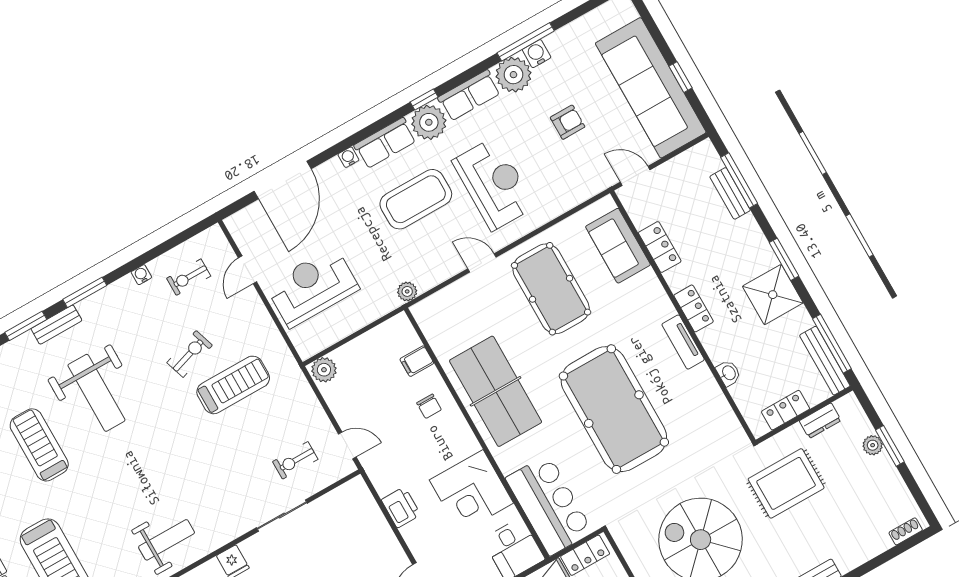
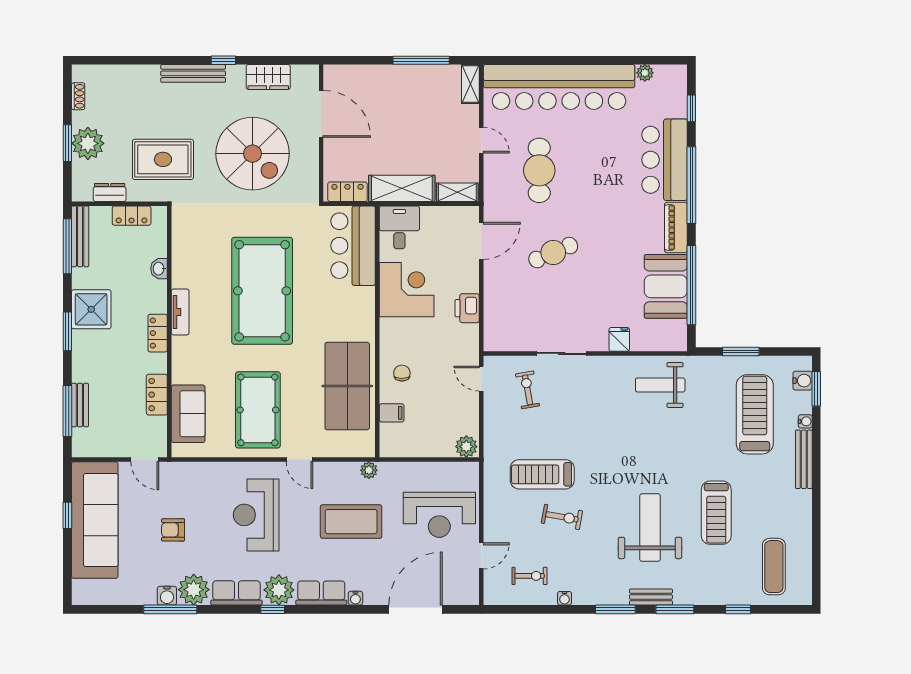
coffee table: (416, 199) -> (351, 522), moved
exercise bike: (190, 354) -> (562, 517), turned -152
table tennis table: (496, 391) -> (347, 386), moved
plant: (873, 445) -> (88, 143), width x1.87, depth x1.87
exercise bike: (295, 460) -> (528, 390), turned -100
shoe rack: (906, 531) -> (78, 96), moved, turned -90

